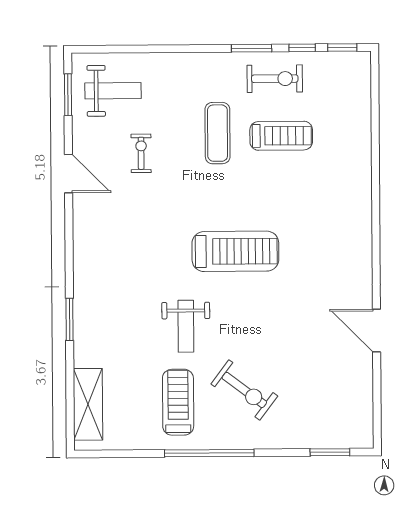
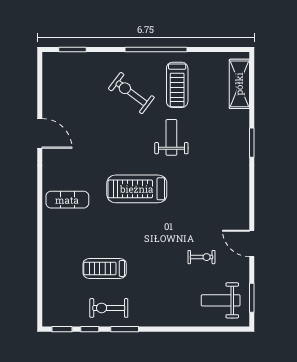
exercise mat: (218, 133) -> (67, 200), moved, turned 90
exercise bike: (141, 153) -> (201, 257), turned -90

